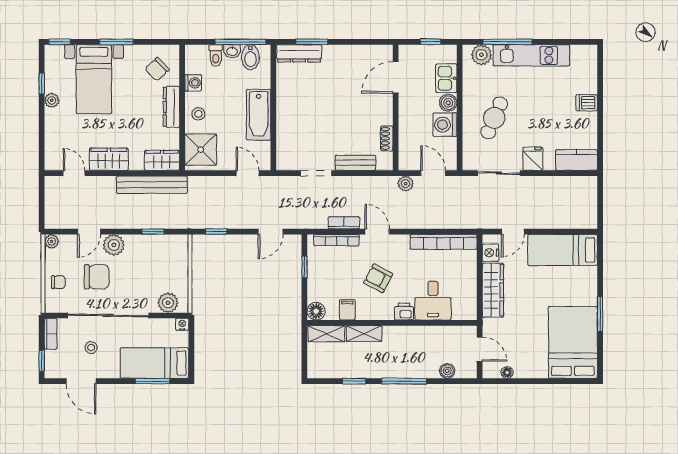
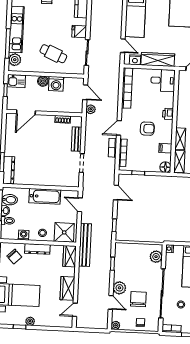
door: (396, 77) -> (26, 112), hinge flipped
kitchen sink: (446, 78) -> (16, 81), moved
door: (248, 173) -> (80, 205), hinge flipped
door: (433, 173) -> (85, 92), swing flipped
bench: (152, 185) -> (85, 245), moved
armchair: (378, 278) -> (147, 129), turned -118
desk: (433, 301) -> (163, 80), moved

